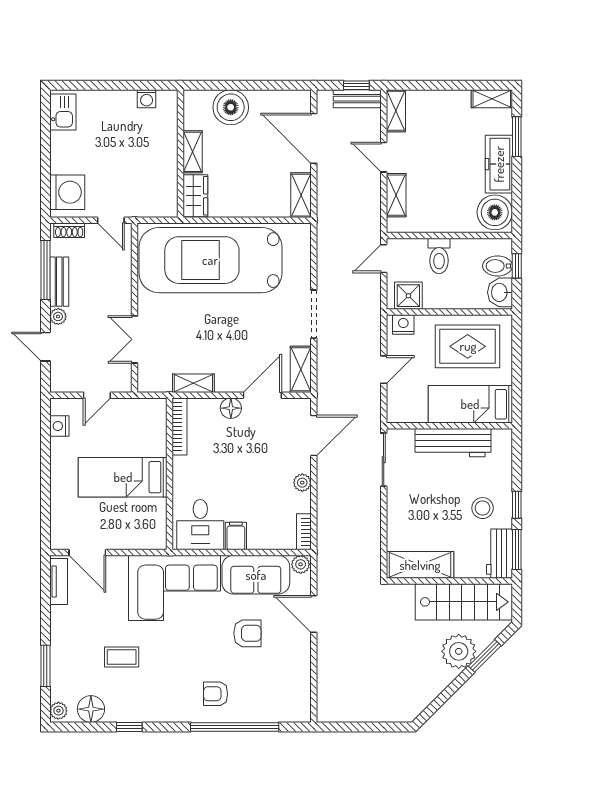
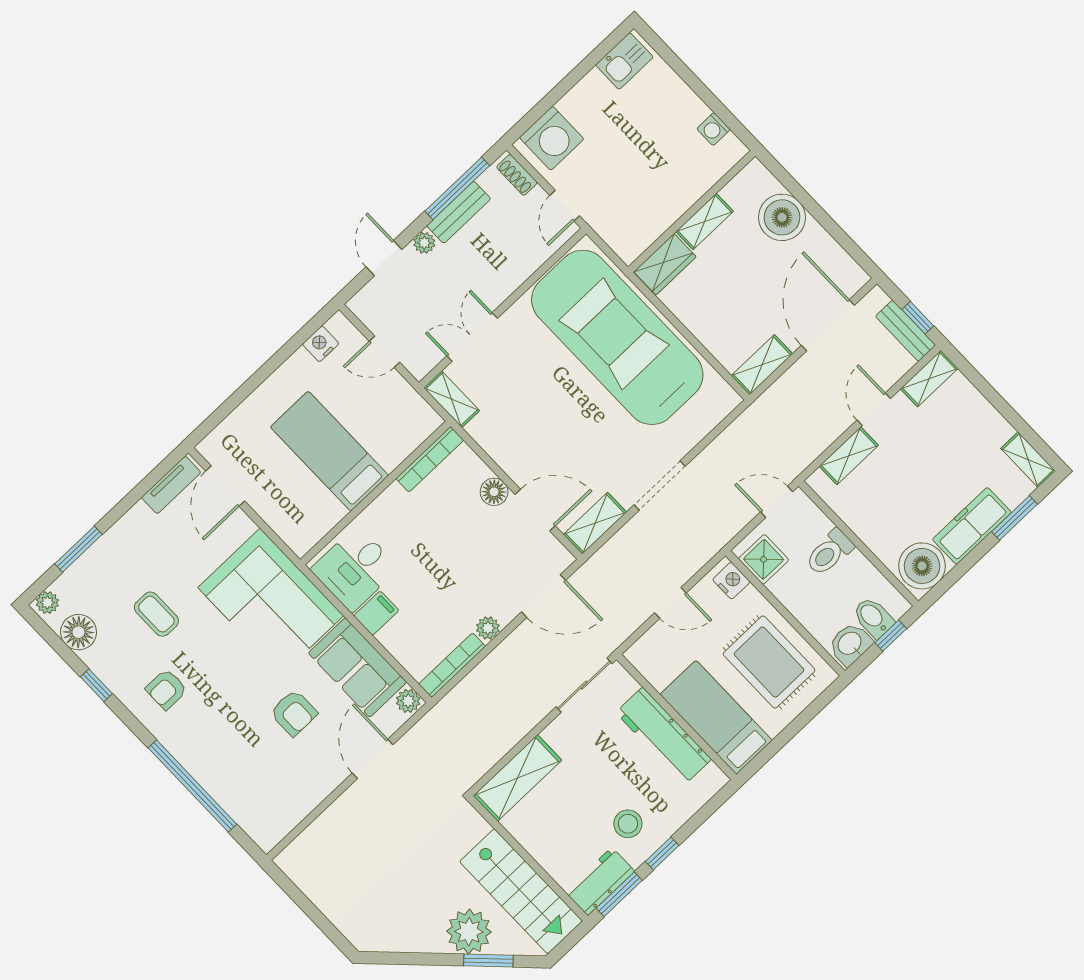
shelving: (193, 383) -> (452, 399), moved
bookcase: (304, 532) -> (452, 665), width x1.56
shelving: (420, 565) -> (517, 778), moved, turned 90
armchair: (216, 694) -> (166, 689), moved, turned -90

